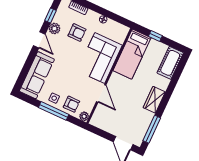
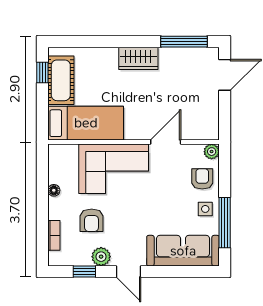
armchair: (77, 33) -> (92, 220), turned 180
window: (155, 36) -> (42, 73), moved
door: (39, 40) -> (129, 272), swing flipped
cot: (170, 63) -> (61, 80), moved, turned 90
window: (54, 111) -> (225, 223), moved

